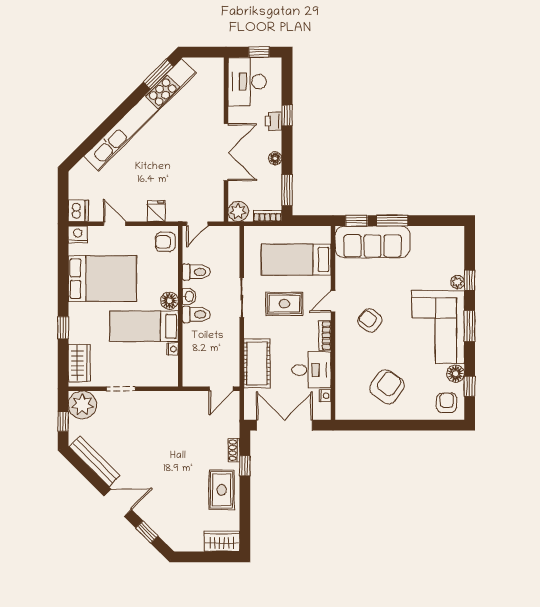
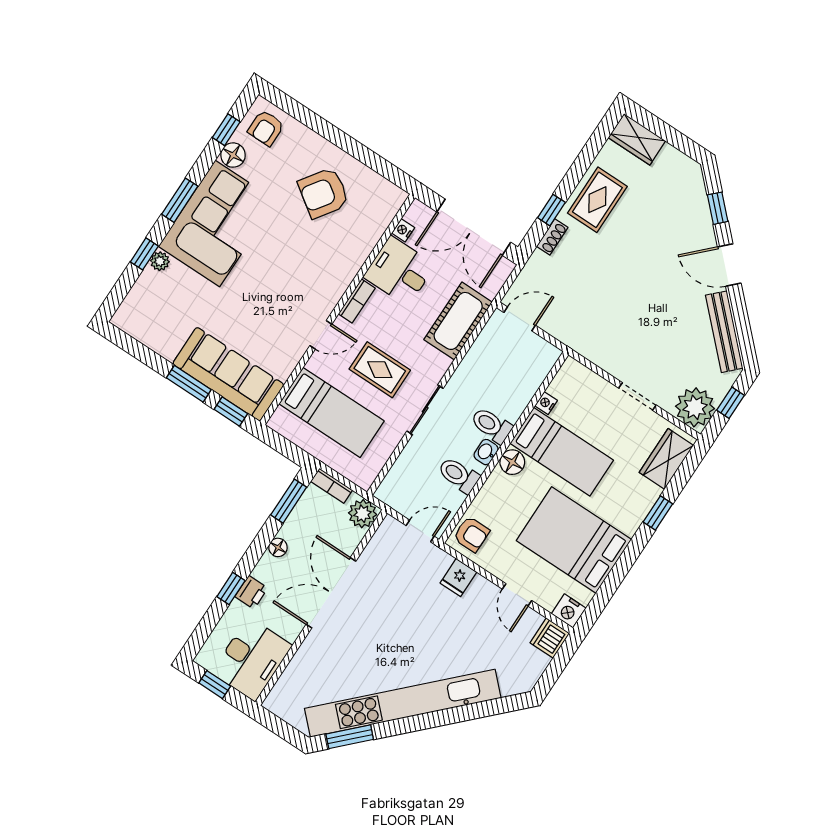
armchair: (370, 320) -> (292, 284), removed

